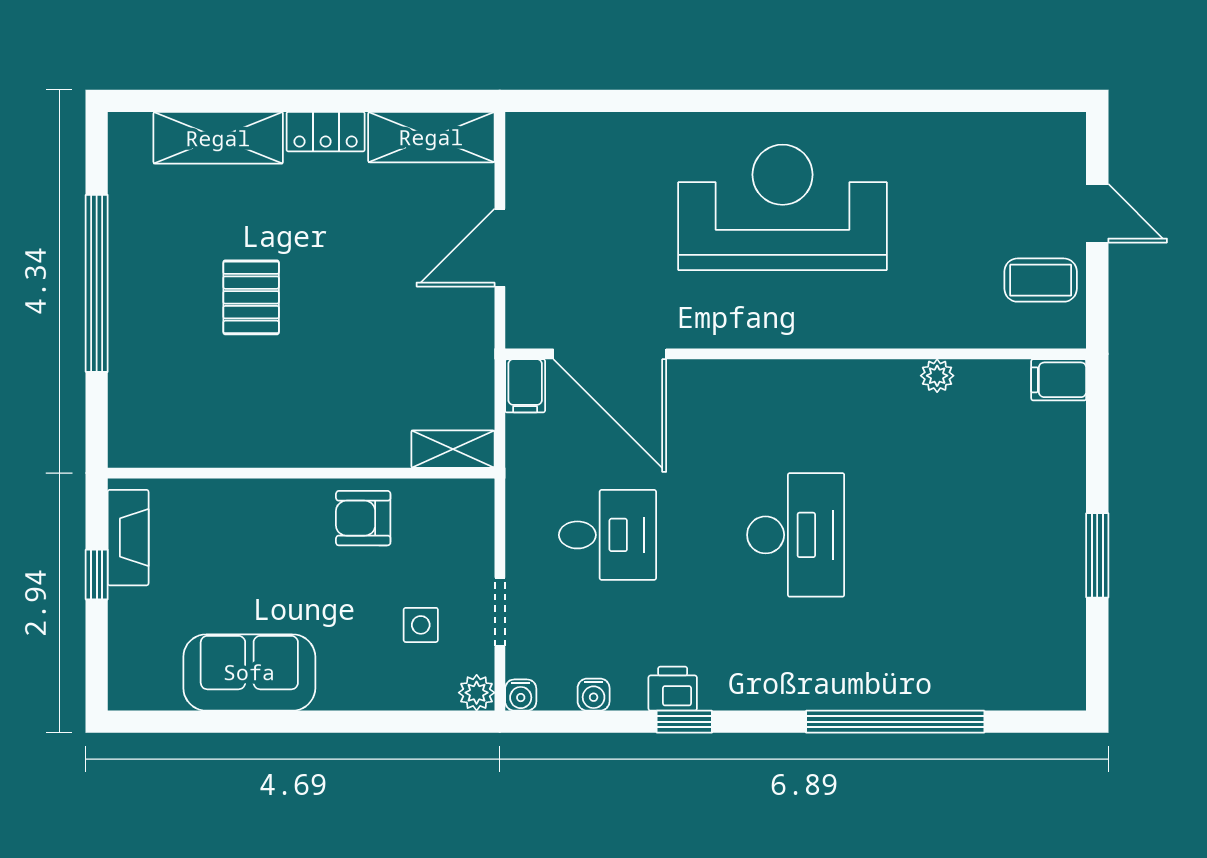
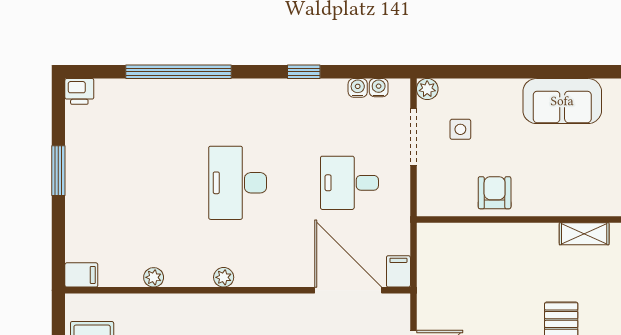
plant: (819, 376) -> (224, 277), added
shelving: (453, 449) -> (584, 234), moved
armchair: (363, 518) -> (495, 193), turned -90
doorway: (500, 612) -> (413, 137), width x1.38
printer: (673, 689) -> (79, 91), moved
water cooler: (521, 695) -> (379, 88), moved

